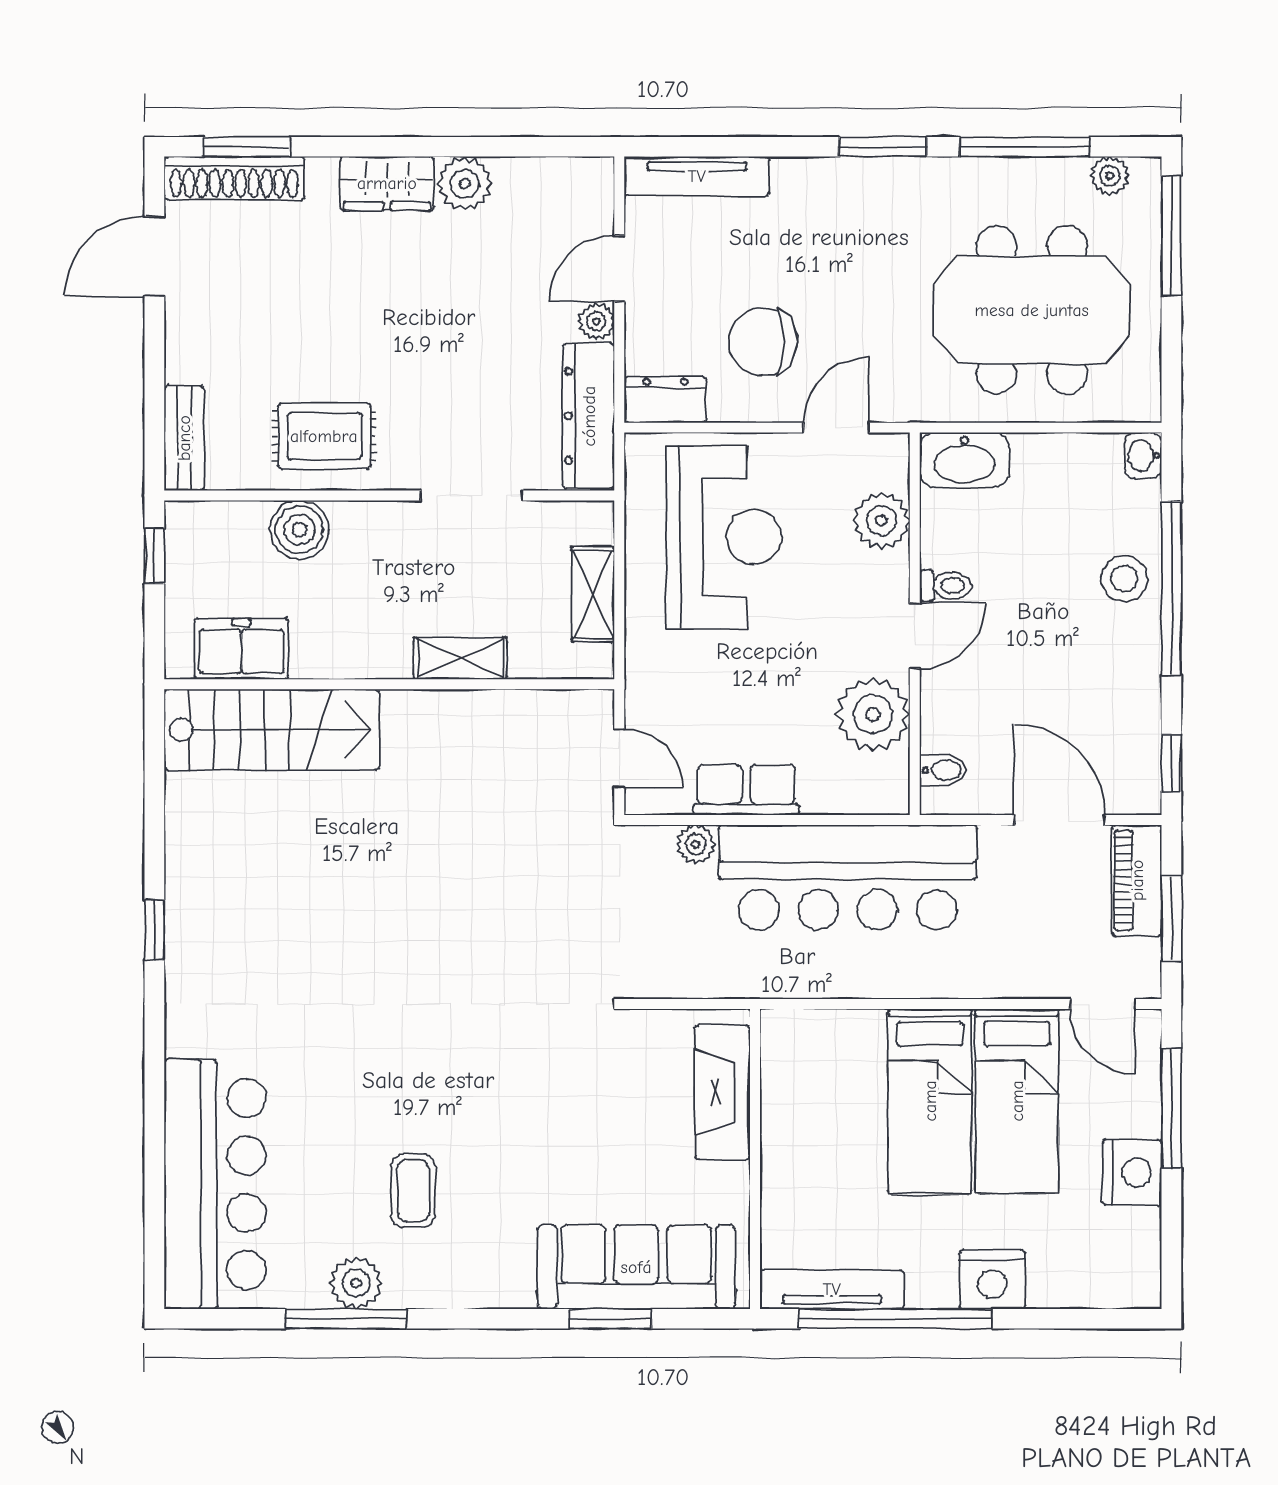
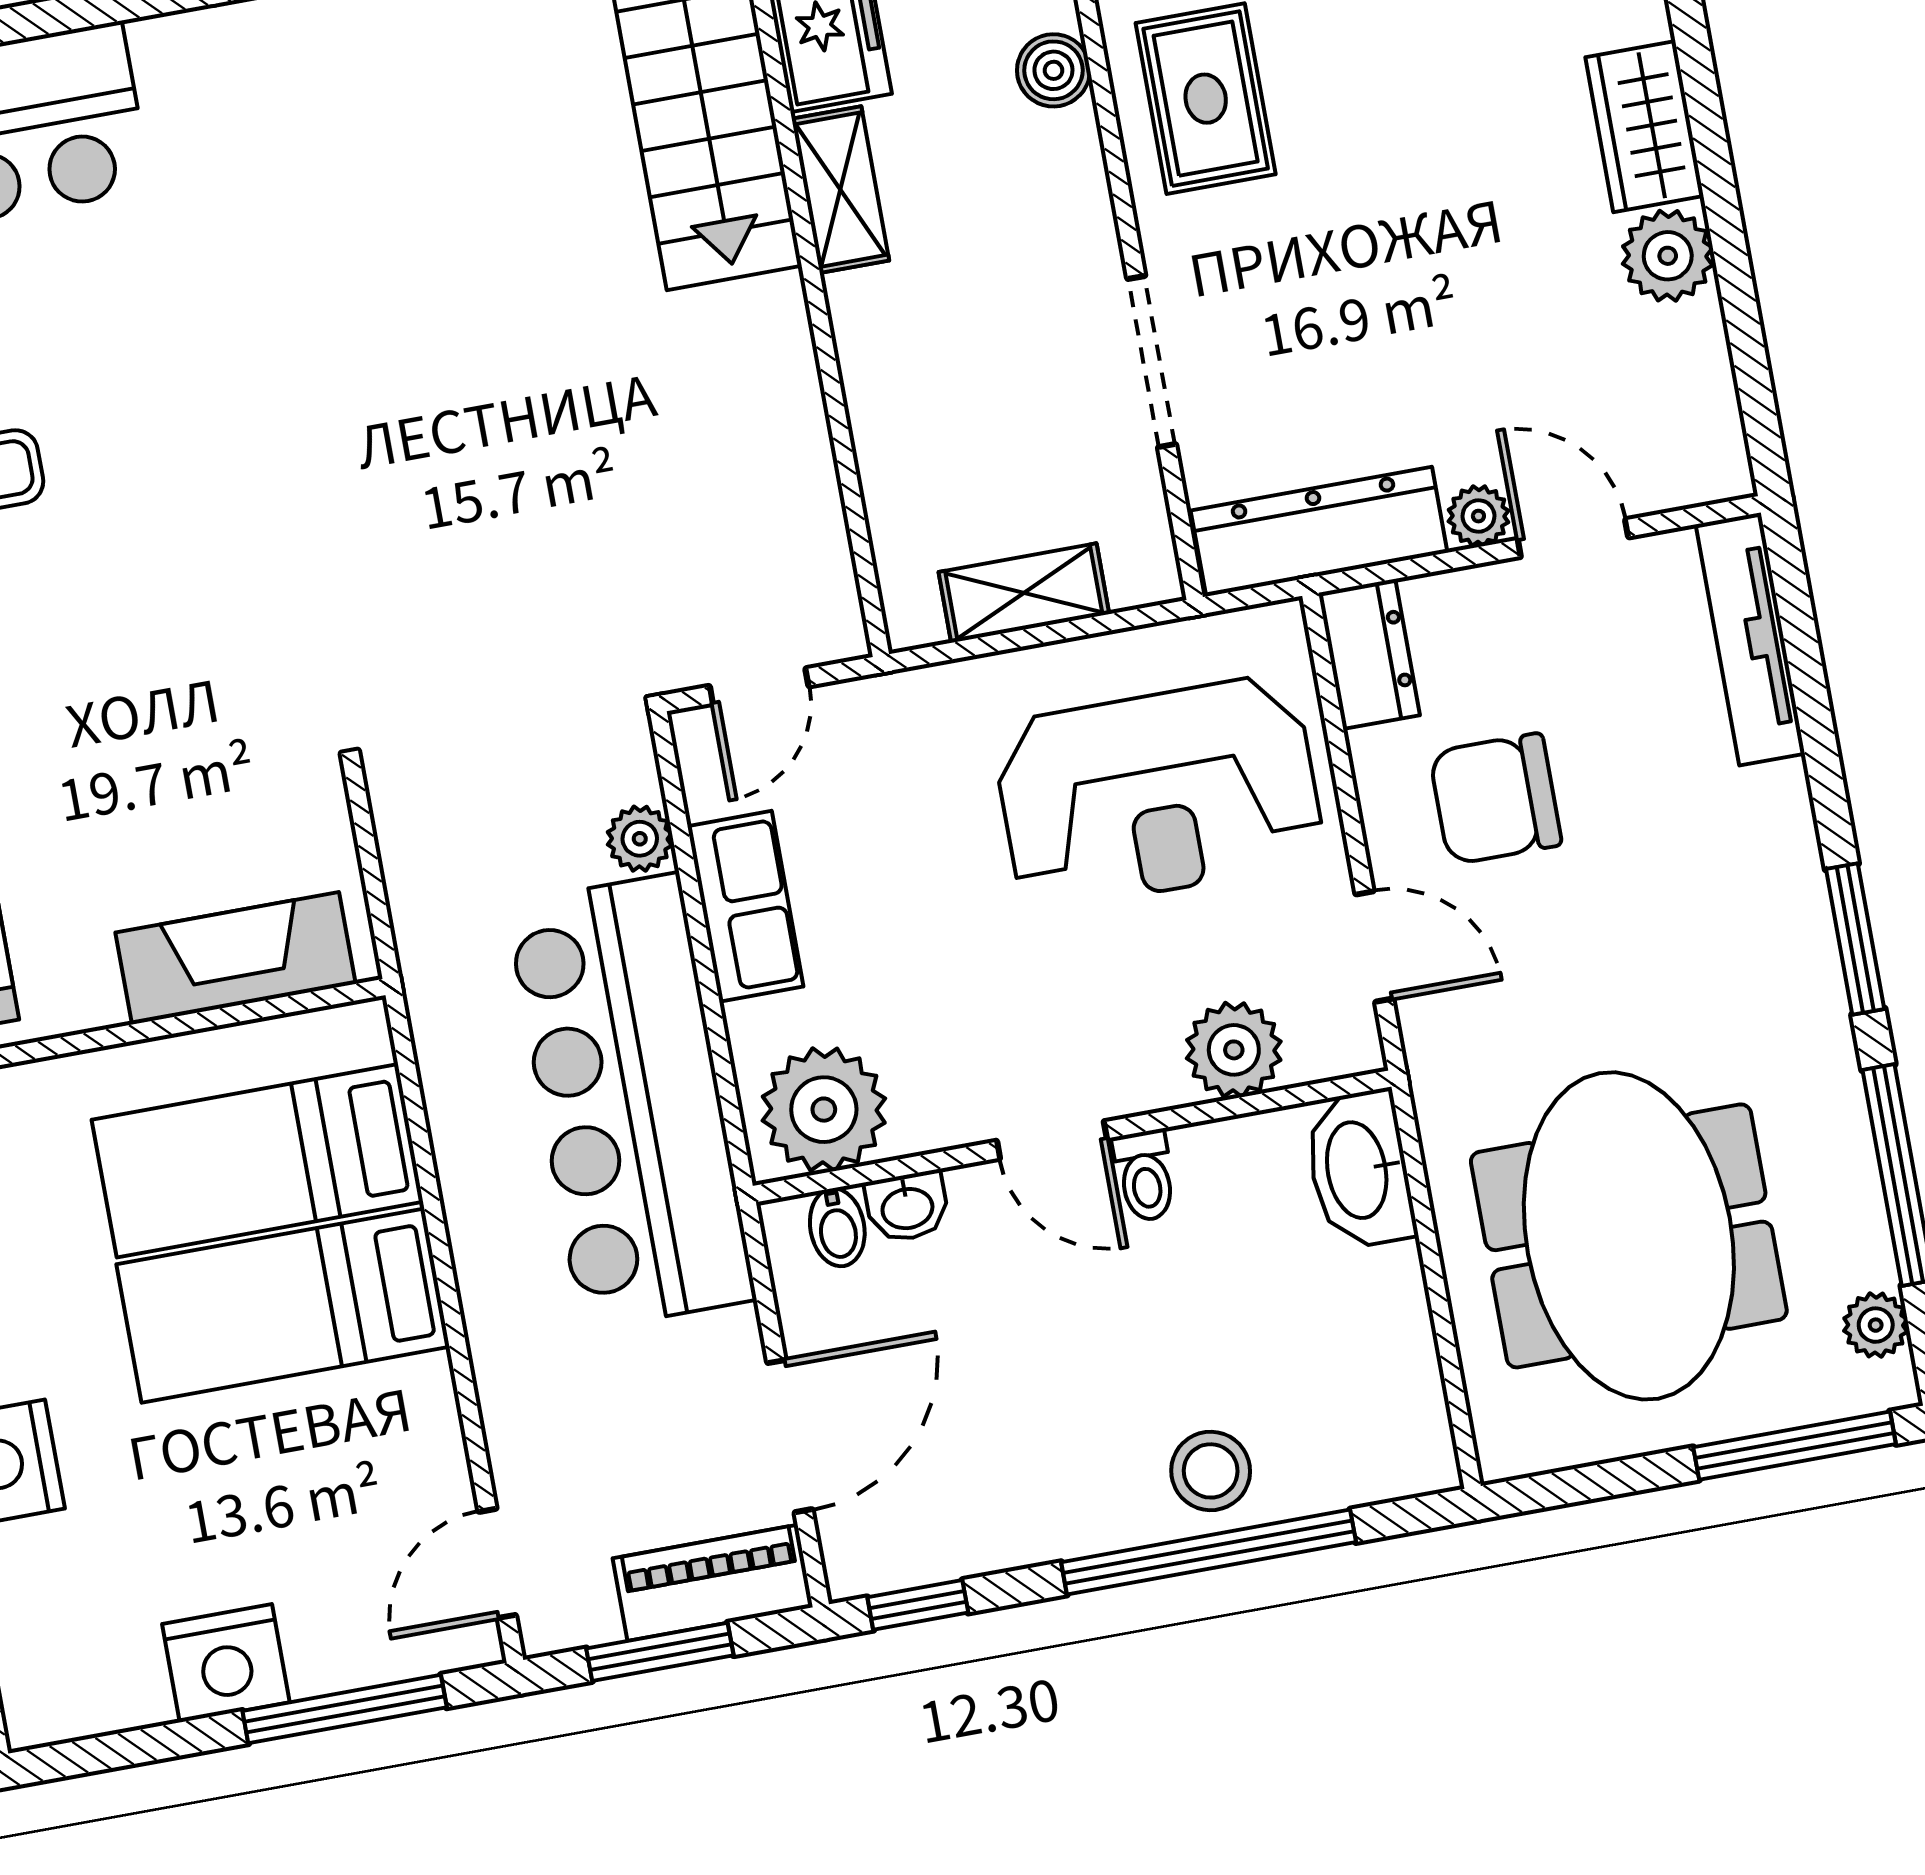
chair: (763, 341) -> (1495, 799), turned -90
washbasin: (1143, 456) -> (907, 1207), moved, turned 180
boiler: (300, 530) -> (1053, 70), width x0.73, depth x0.73
shelving: (460, 659) -> (840, 190), moved
plant: (873, 714) -> (824, 1110), moved
bed: (1017, 1101) -> (257, 1161), moved

